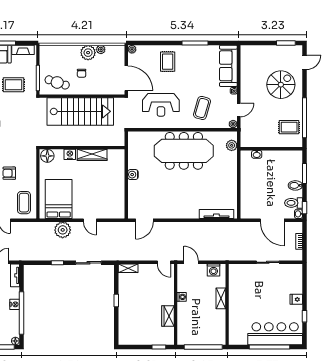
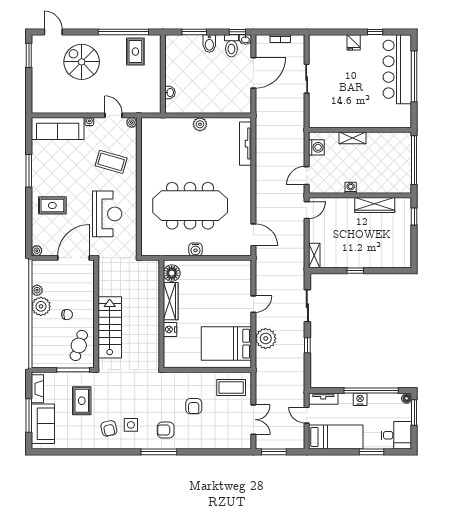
stairs: (80, 111) -> (110, 327), width x0.73, depth x0.66
plant: (232, 145) -> (200, 124), moved
meeting table: (184, 151) -> (190, 206), moved, turned 90
floor lamp: (47, 156) -> (172, 273), moved
wardrobe: (168, 316) -> (375, 205), width x1.50

